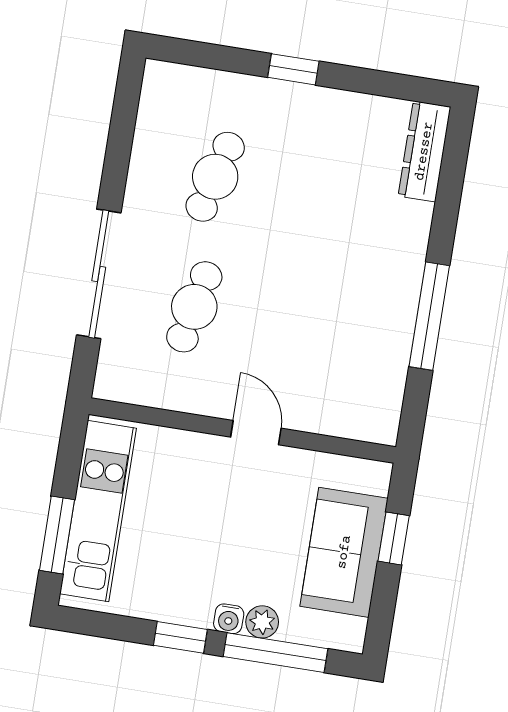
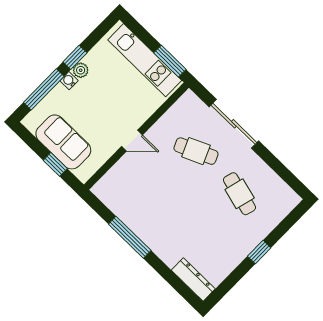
cafe table: (194, 307) -> (196, 151), turned -36
window: (57, 535) -> (170, 61), moved
plant: (262, 622) -> (81, 70), moved

